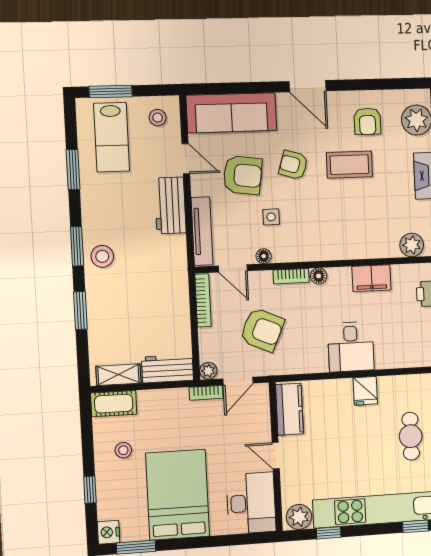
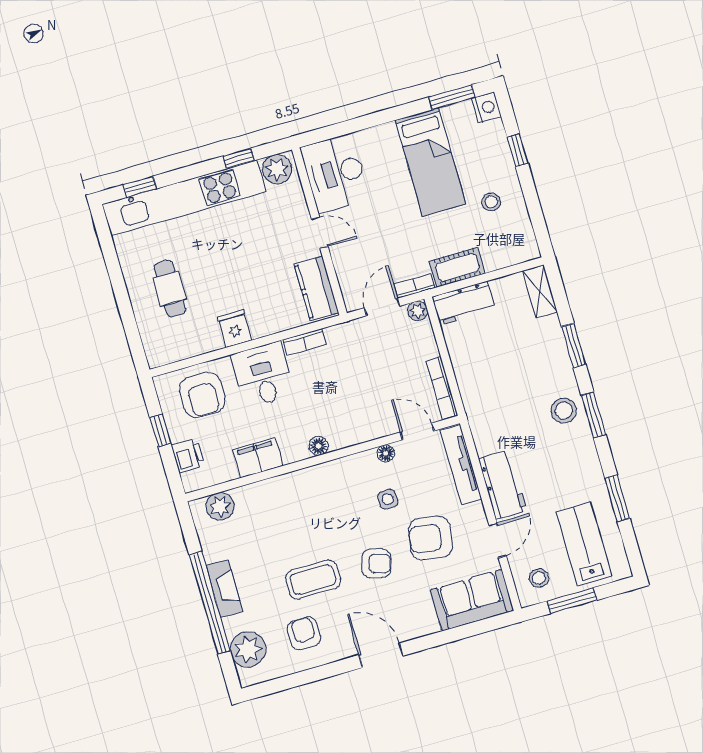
window: (111, 92) -> (572, 601), moved
sofa: (231, 113) -> (472, 600), width x0.73
door: (186, 159) -> (498, 540), swing flipped
bookcase: (291, 276) -> (304, 342), moved, turned 180
armchair: (262, 330) -> (202, 395), moved, turned -114
shelving: (118, 375) -> (540, 291), moved, turned 90
cot: (114, 404) -> (457, 267), moved
bed: (178, 495) -> (431, 162), width x0.67

